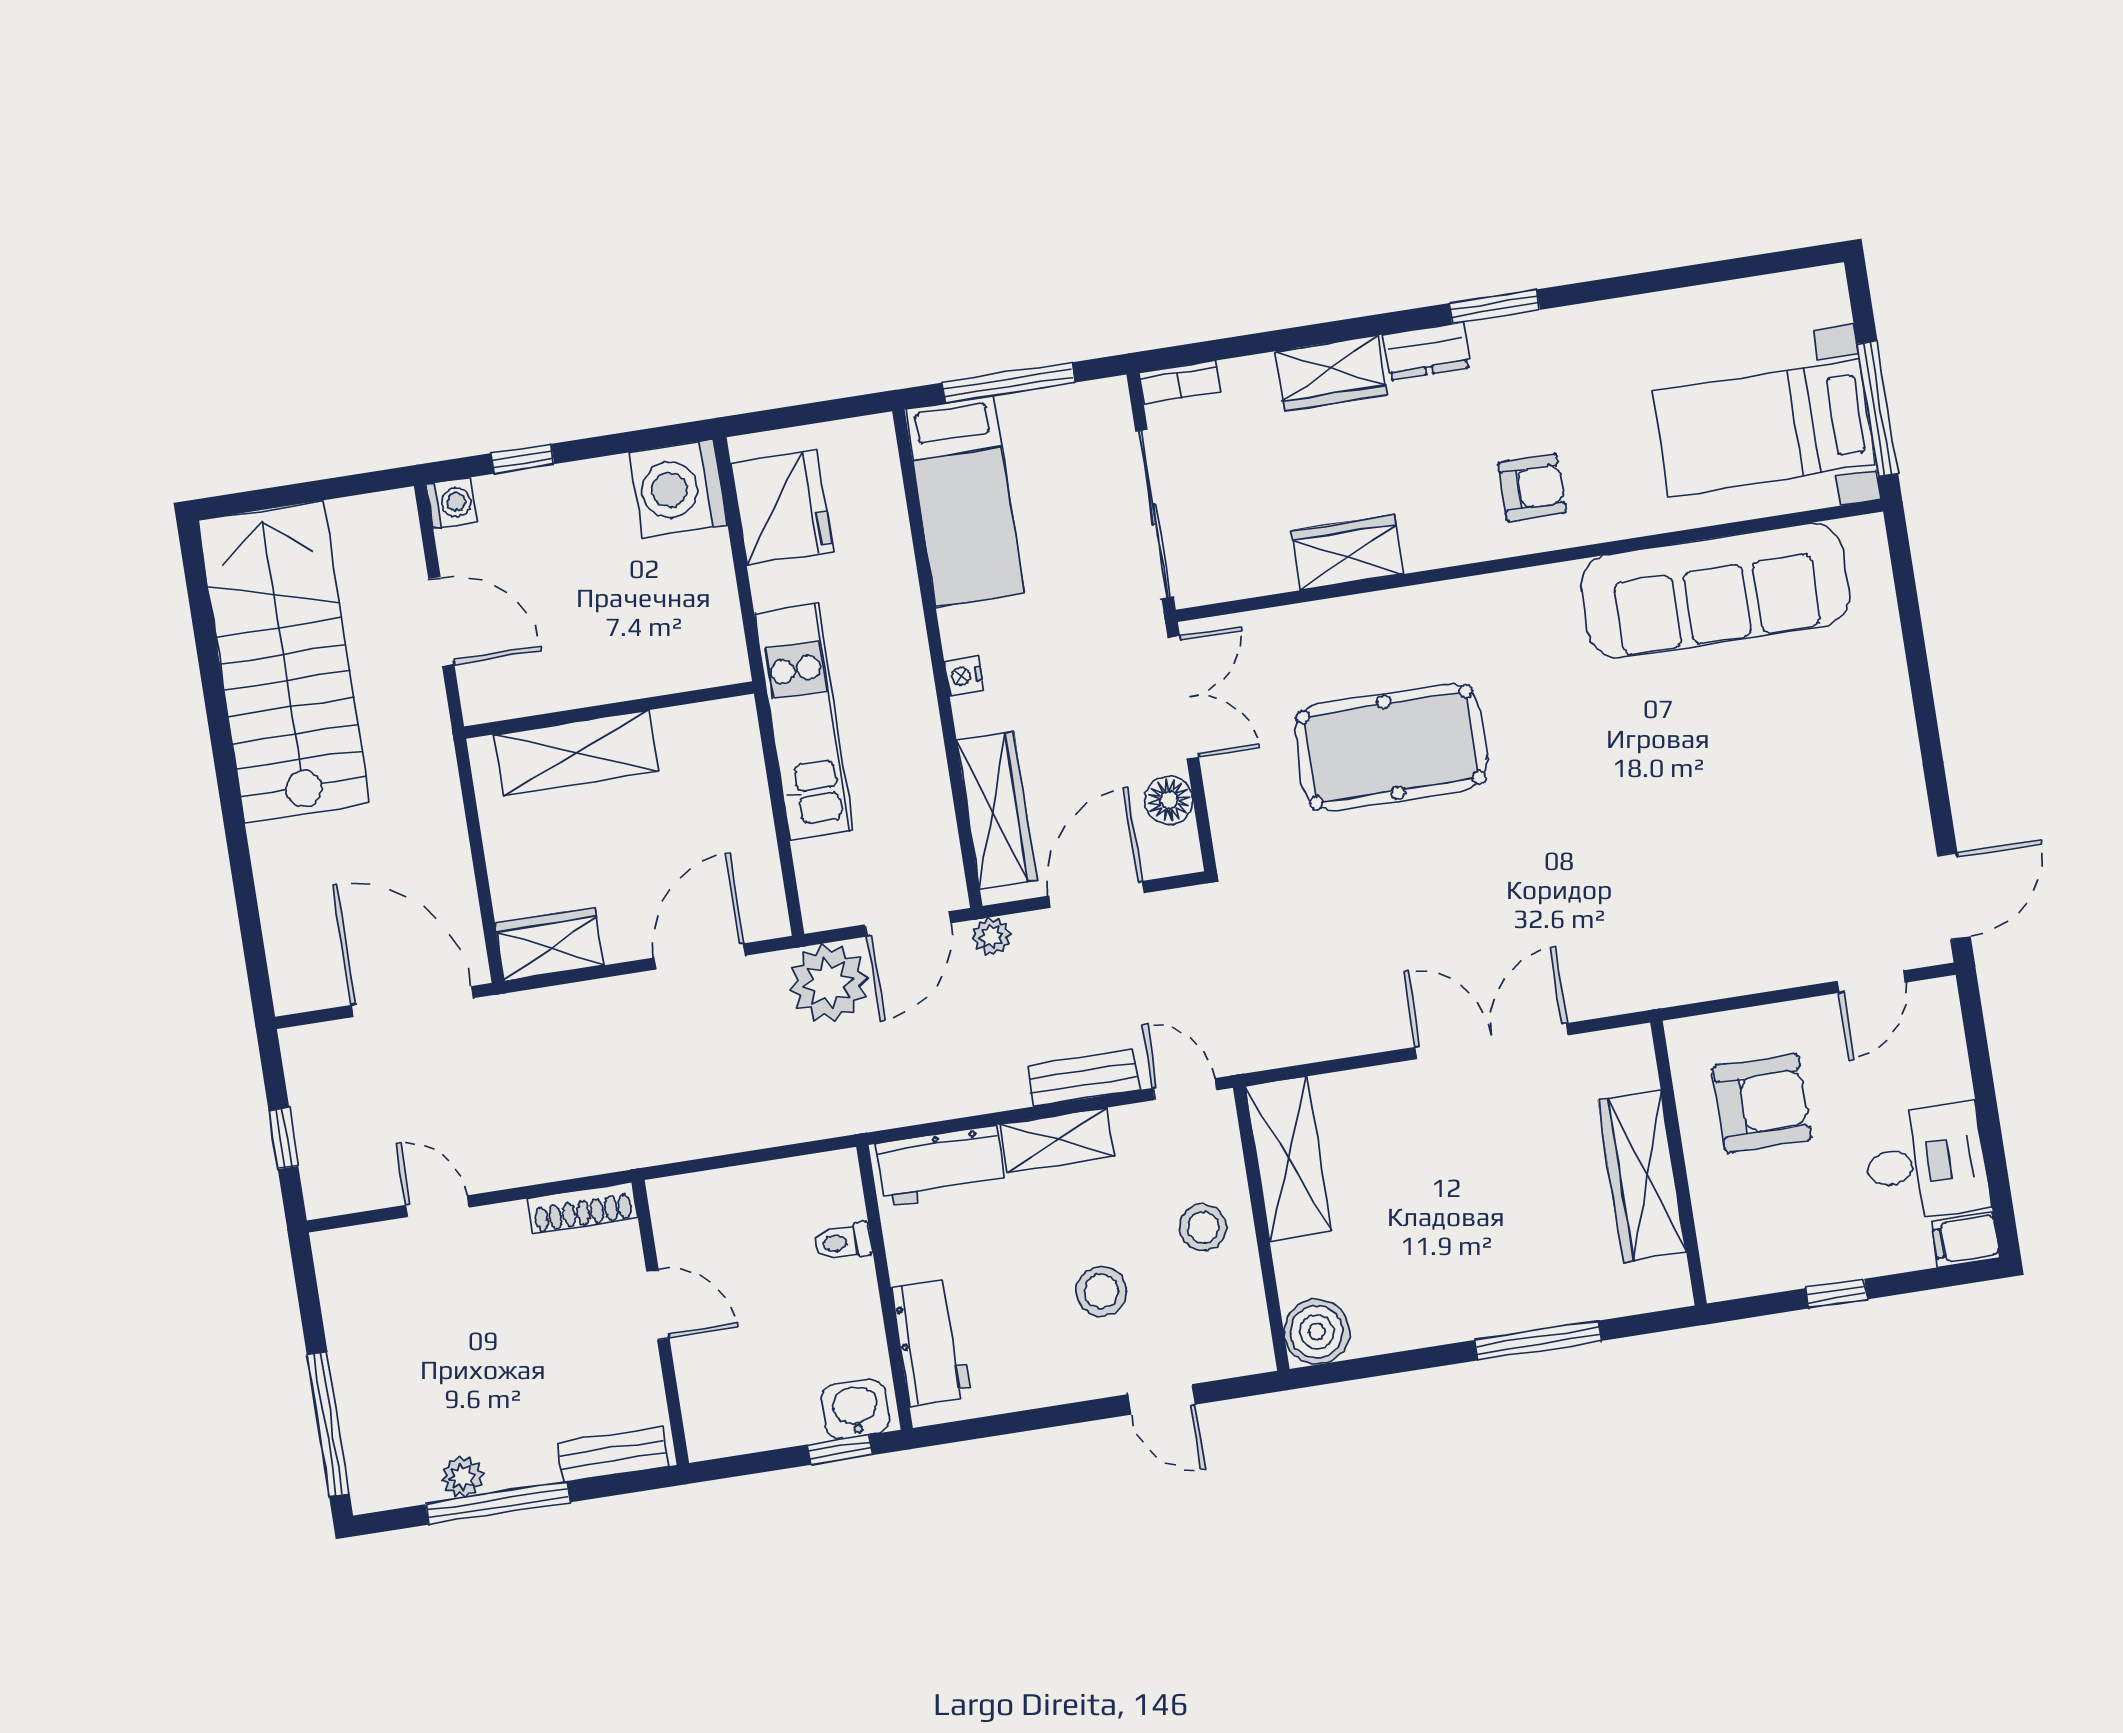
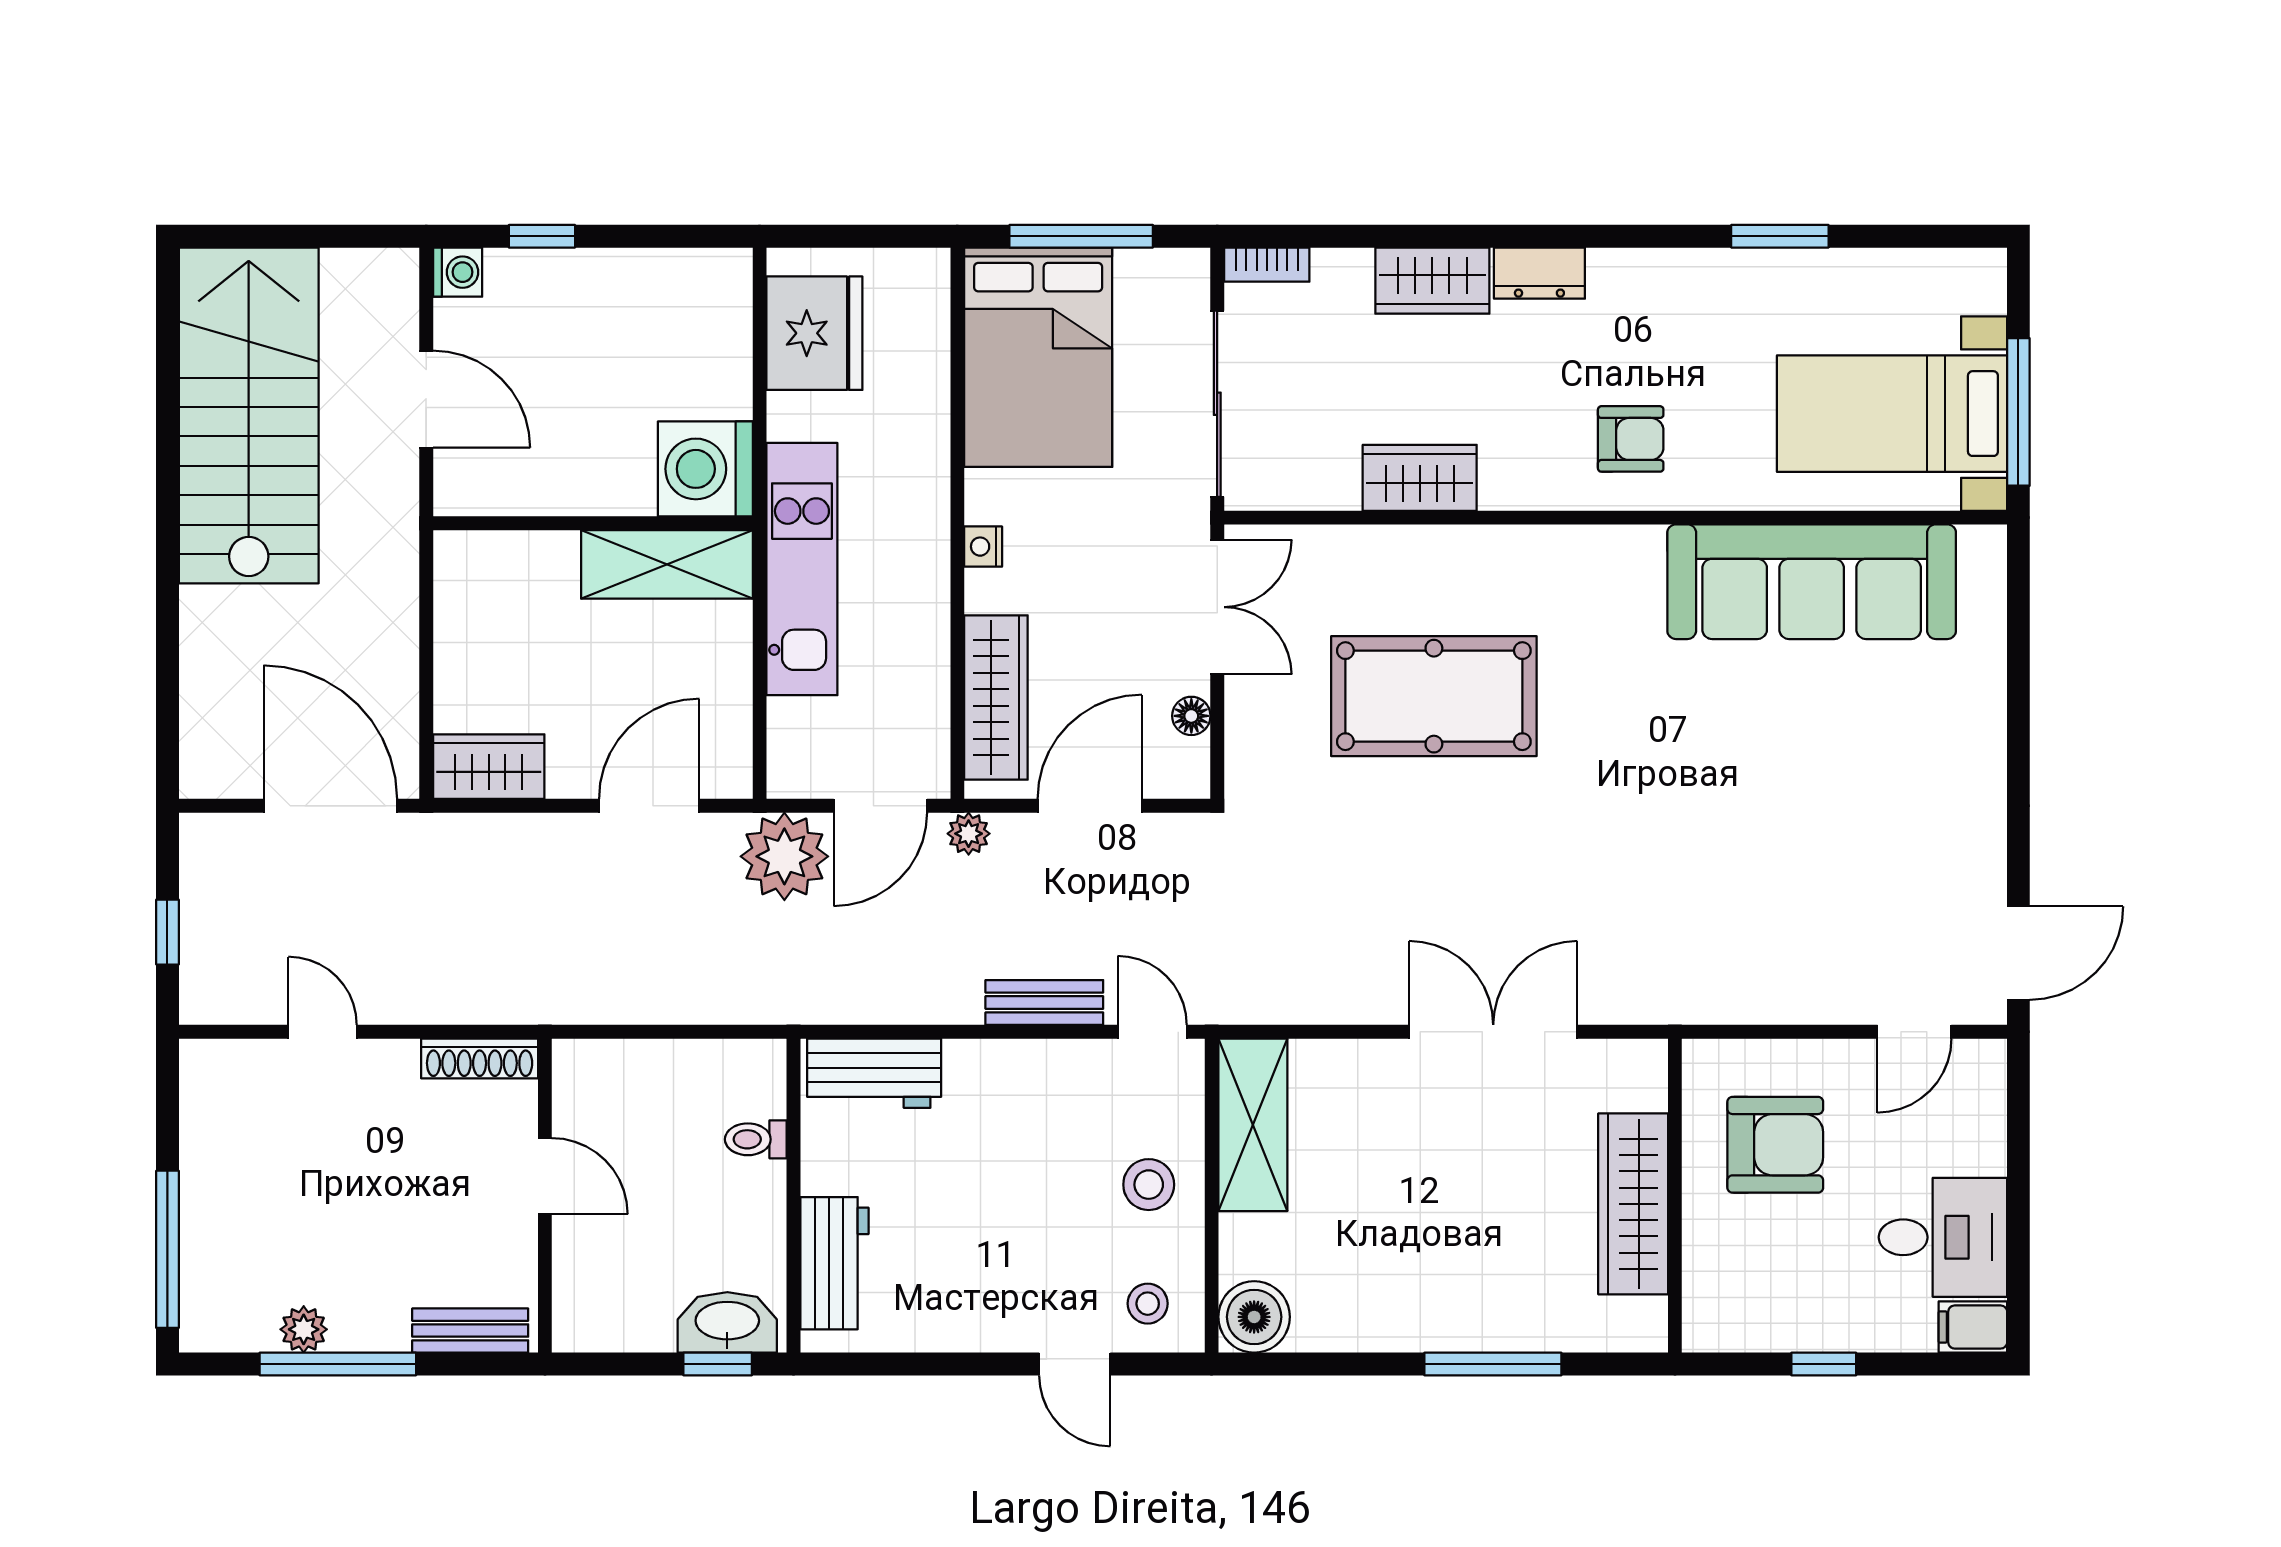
window: (1494, 306) -> (1780, 236), moved
washing machine: (678, 489) -> (705, 469), moved
bed: (964, 501) -> (1038, 357), width x1.50
shelving: (576, 753) -> (667, 564), moved
floor lamp: (1169, 800) -> (1191, 716), width x0.73, depth x0.73
shelving: (1057, 1140) -> (1005, 1065), removed
stool: (1101, 1291) -> (1148, 1304), moved, width x0.73, depth x0.73
washbasin: (855, 1409) -> (727, 1322), width x1.38

